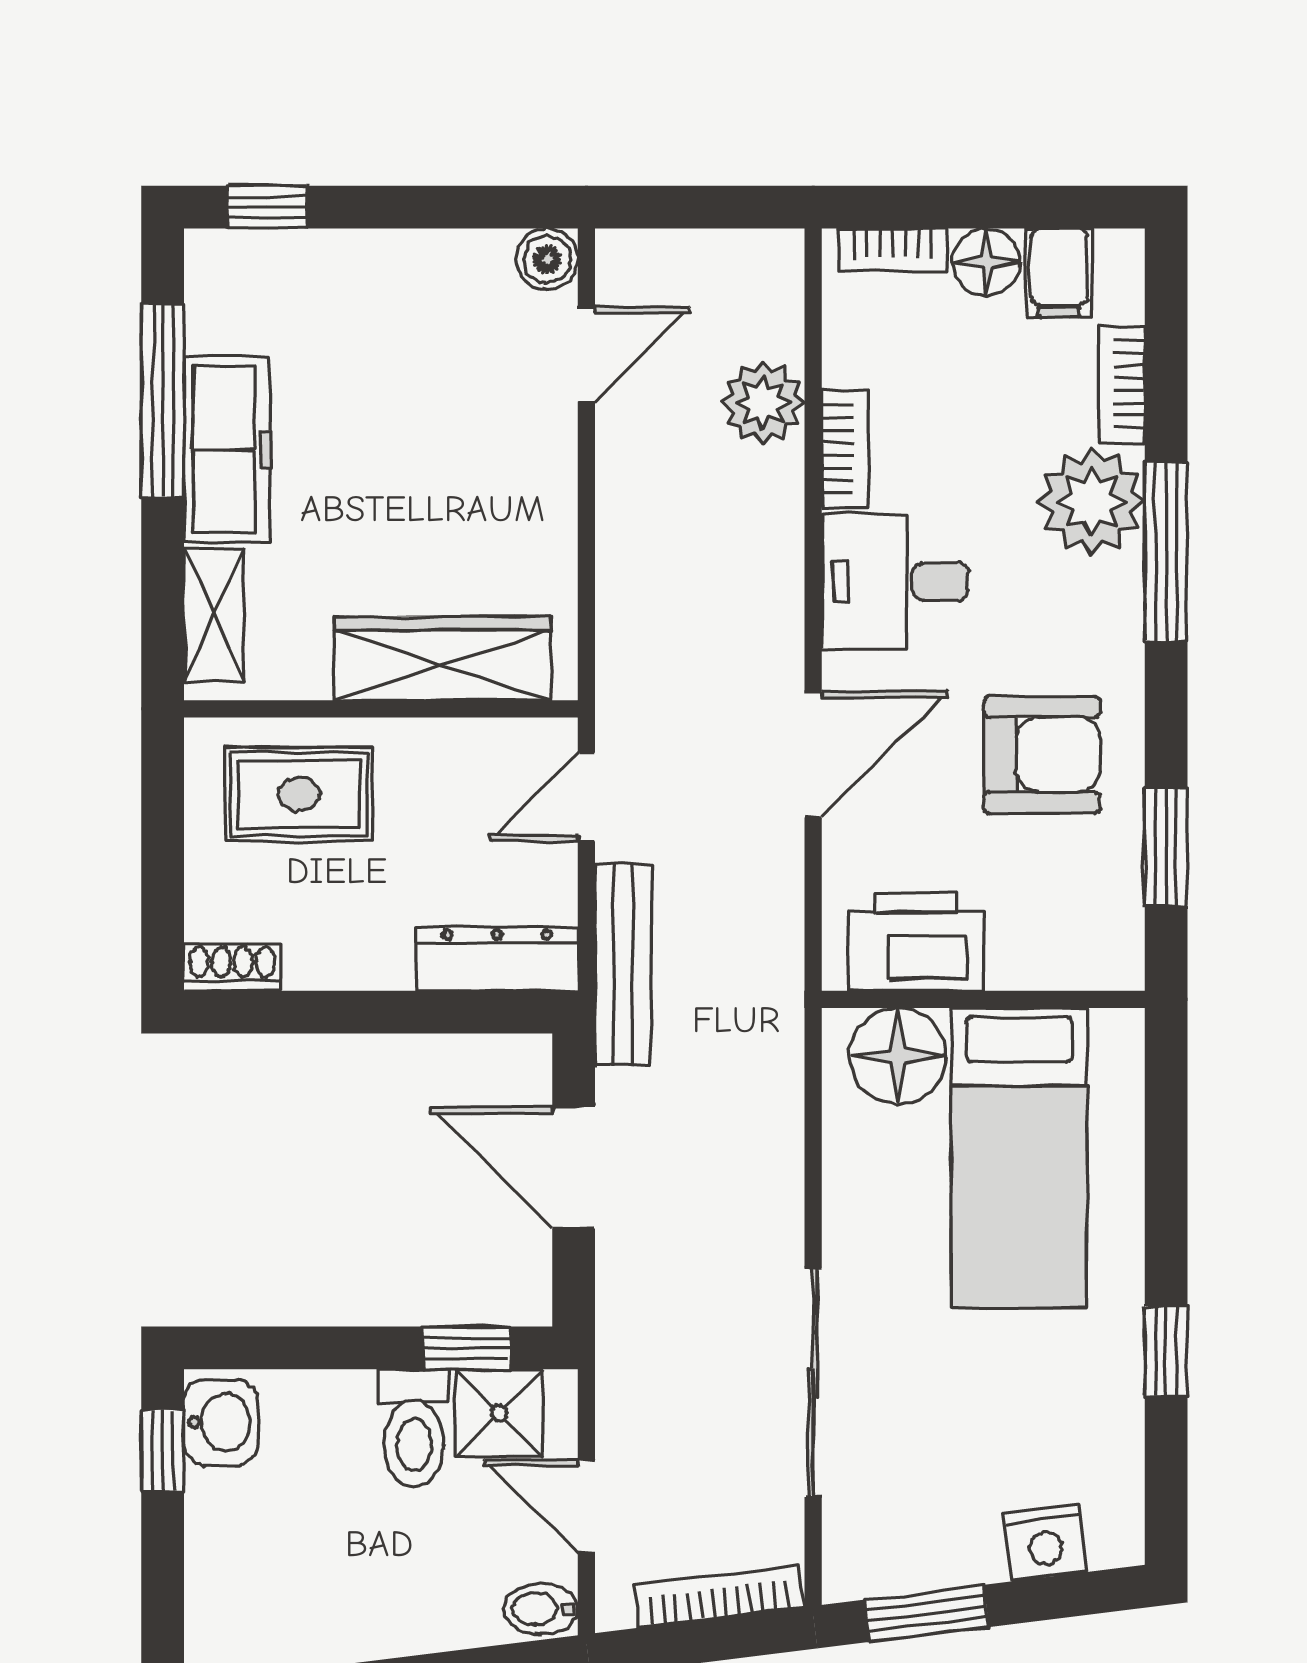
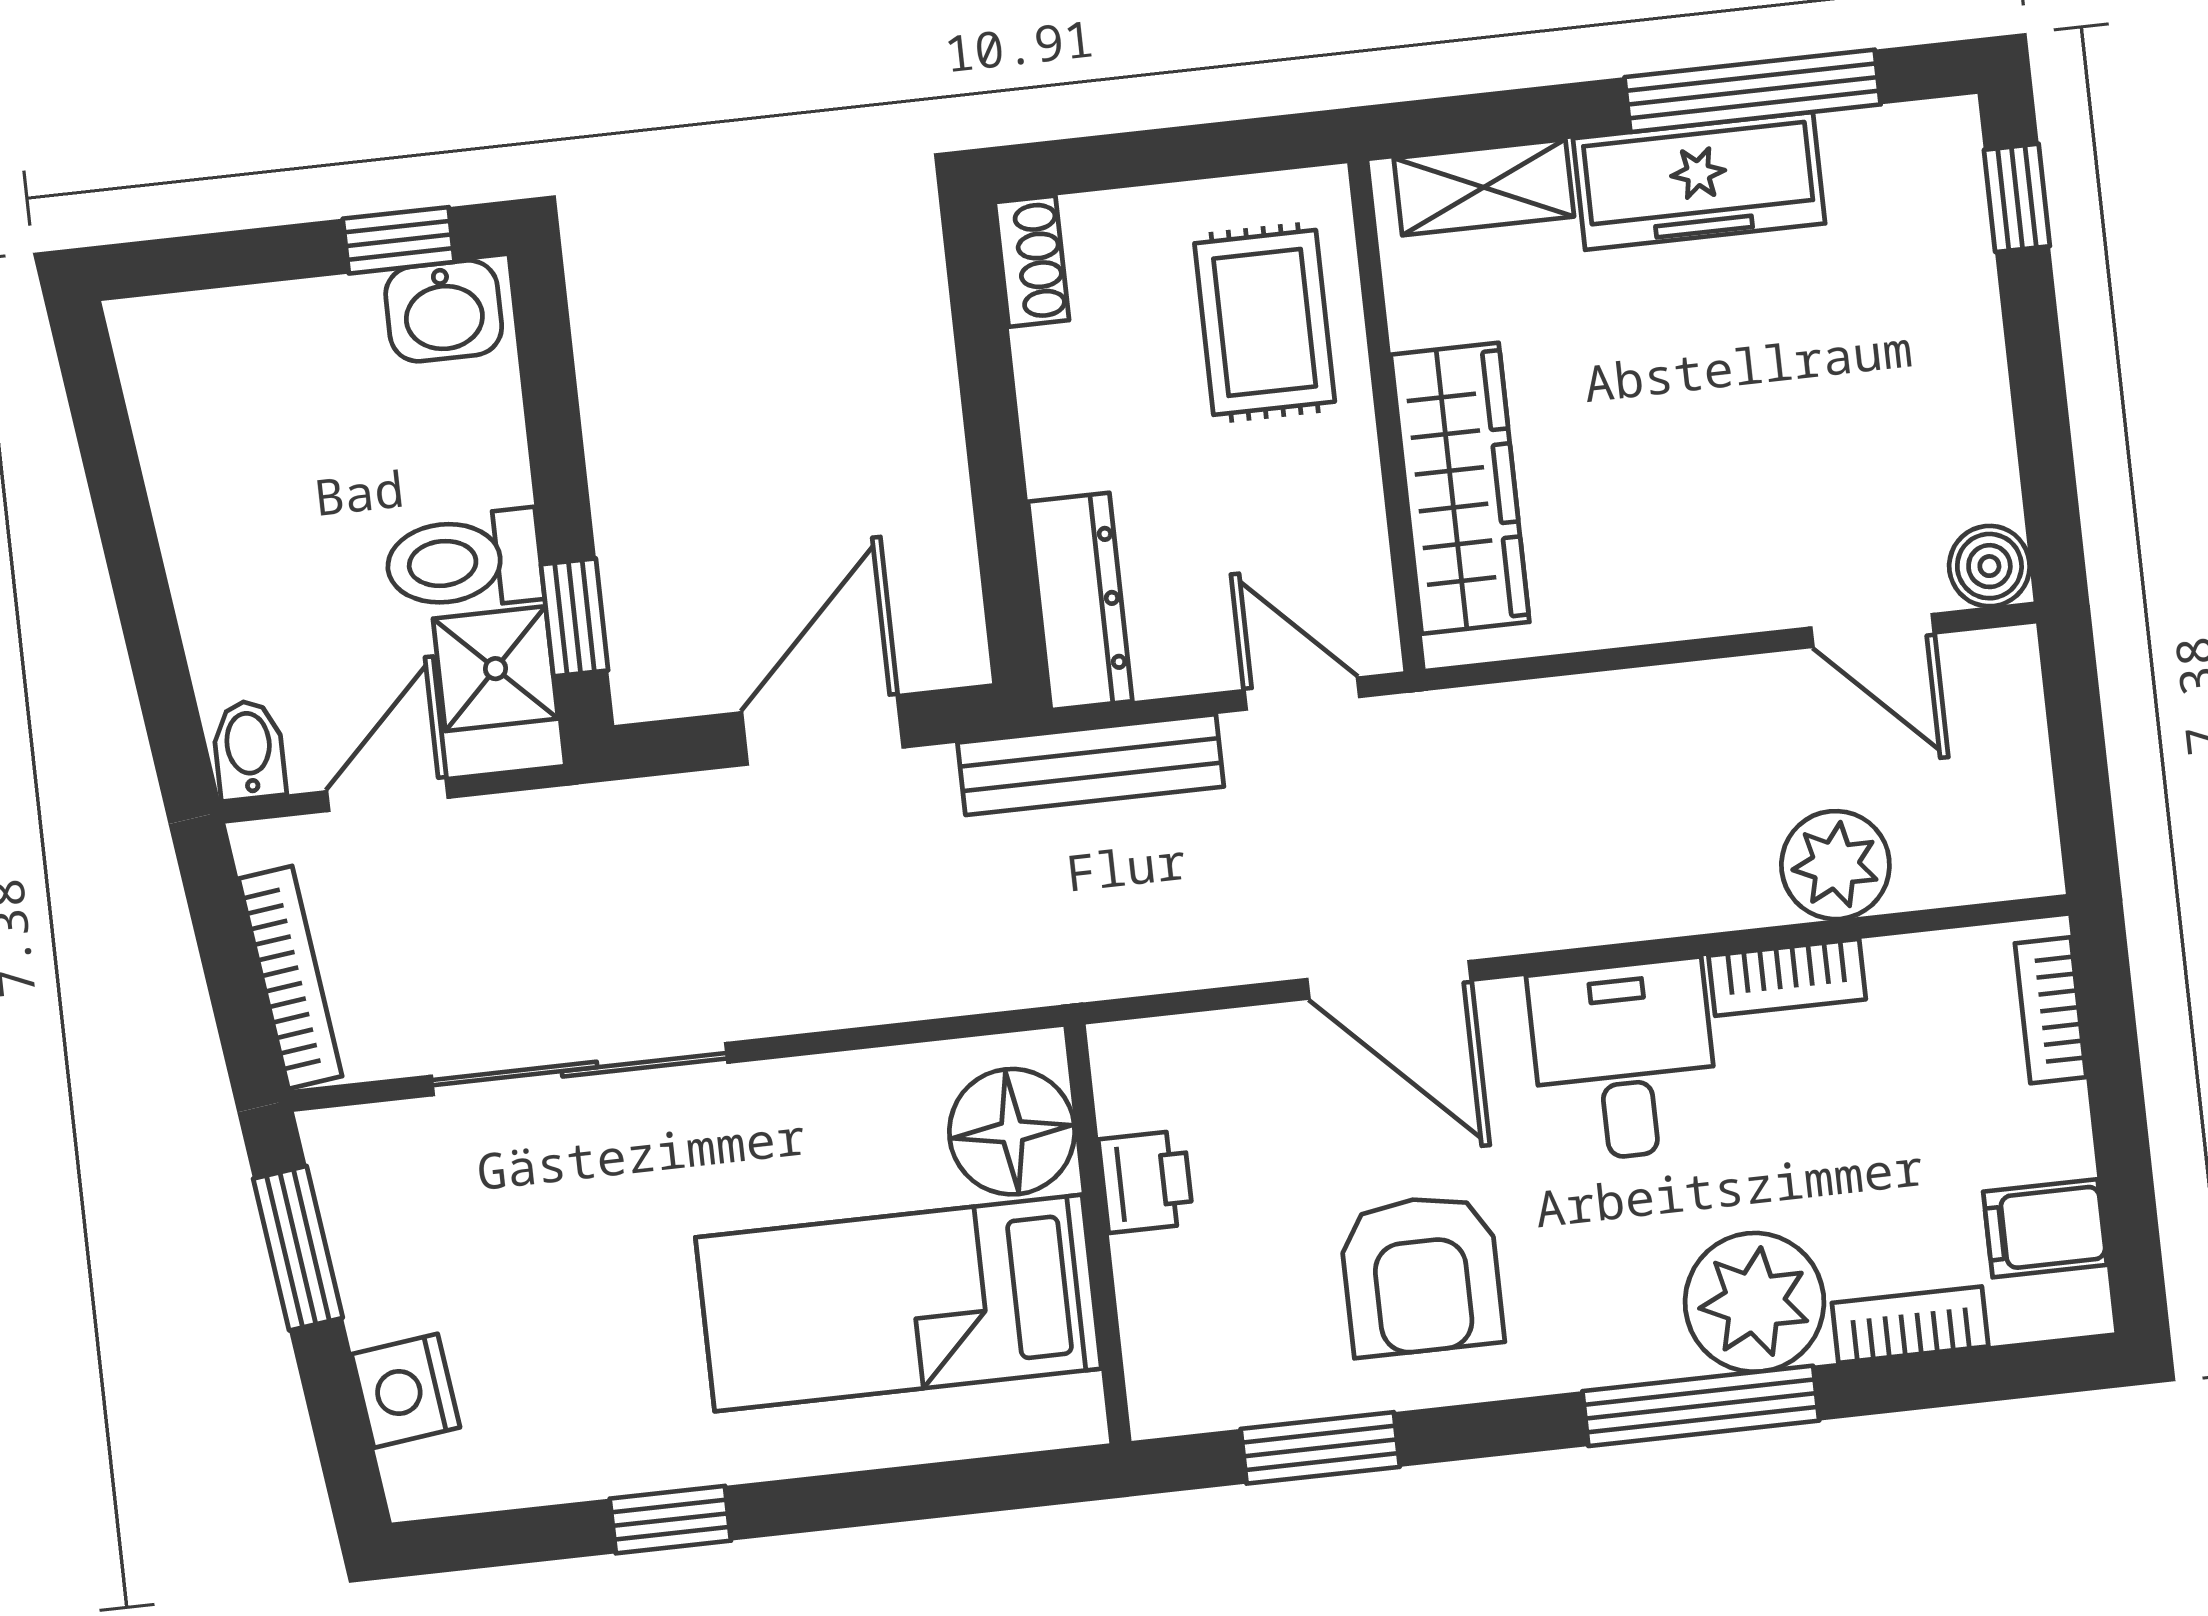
floor lamp: (986, 262) -> (2048, 1133), removed
printer: (916, 942) -> (1146, 1182), width x0.53, depth x0.68

